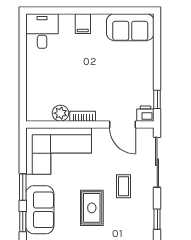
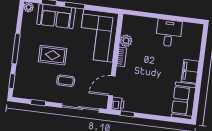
filing cabinet: (83, 24) -> (190, 71), width x2.00
desk: (42, 31) -> (169, 33), moved, turned -90

